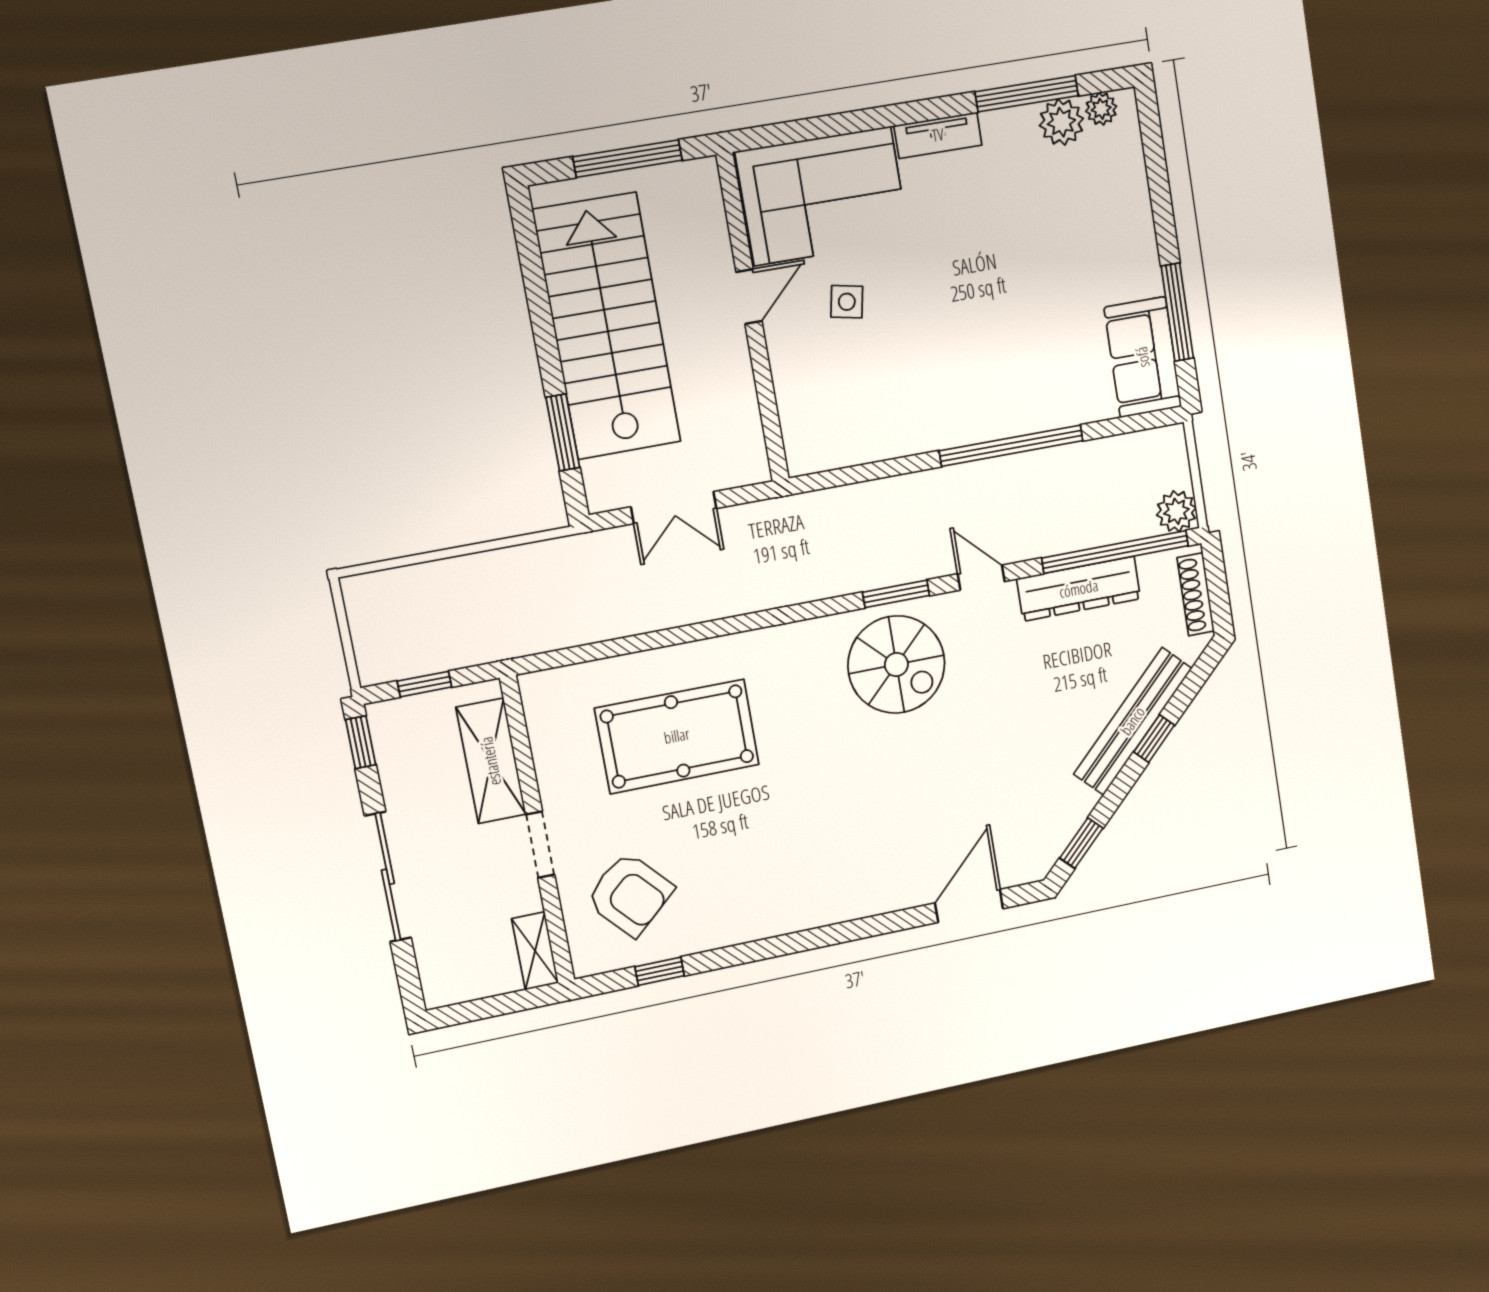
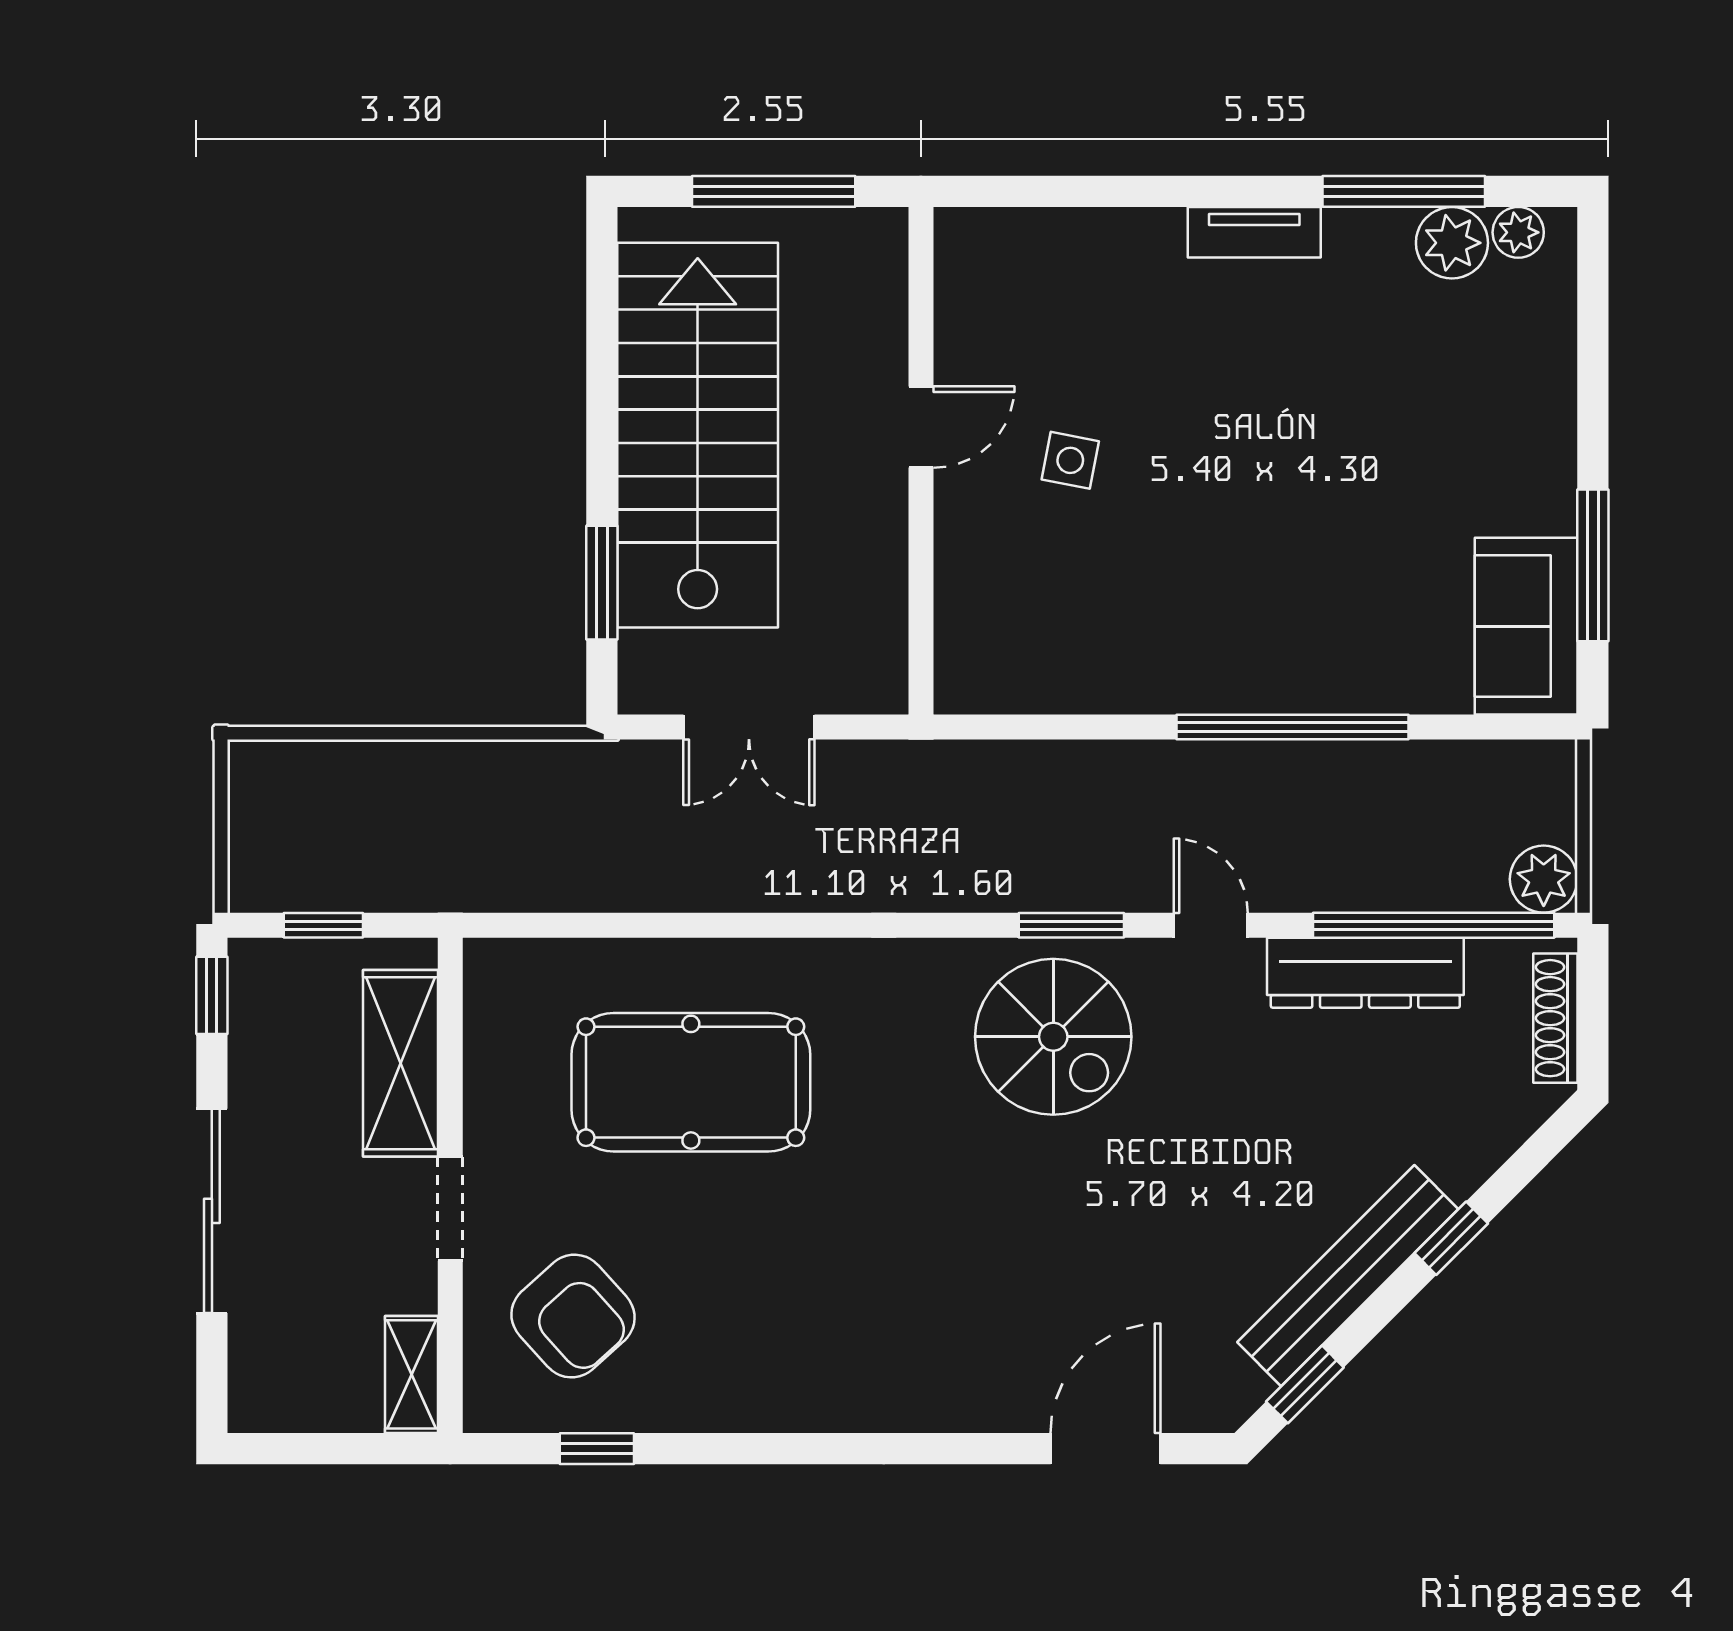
corner sofa: (822, 196) -> (1060, 295), removed
bench: (1133, 721) -> (1348, 1276), moved

